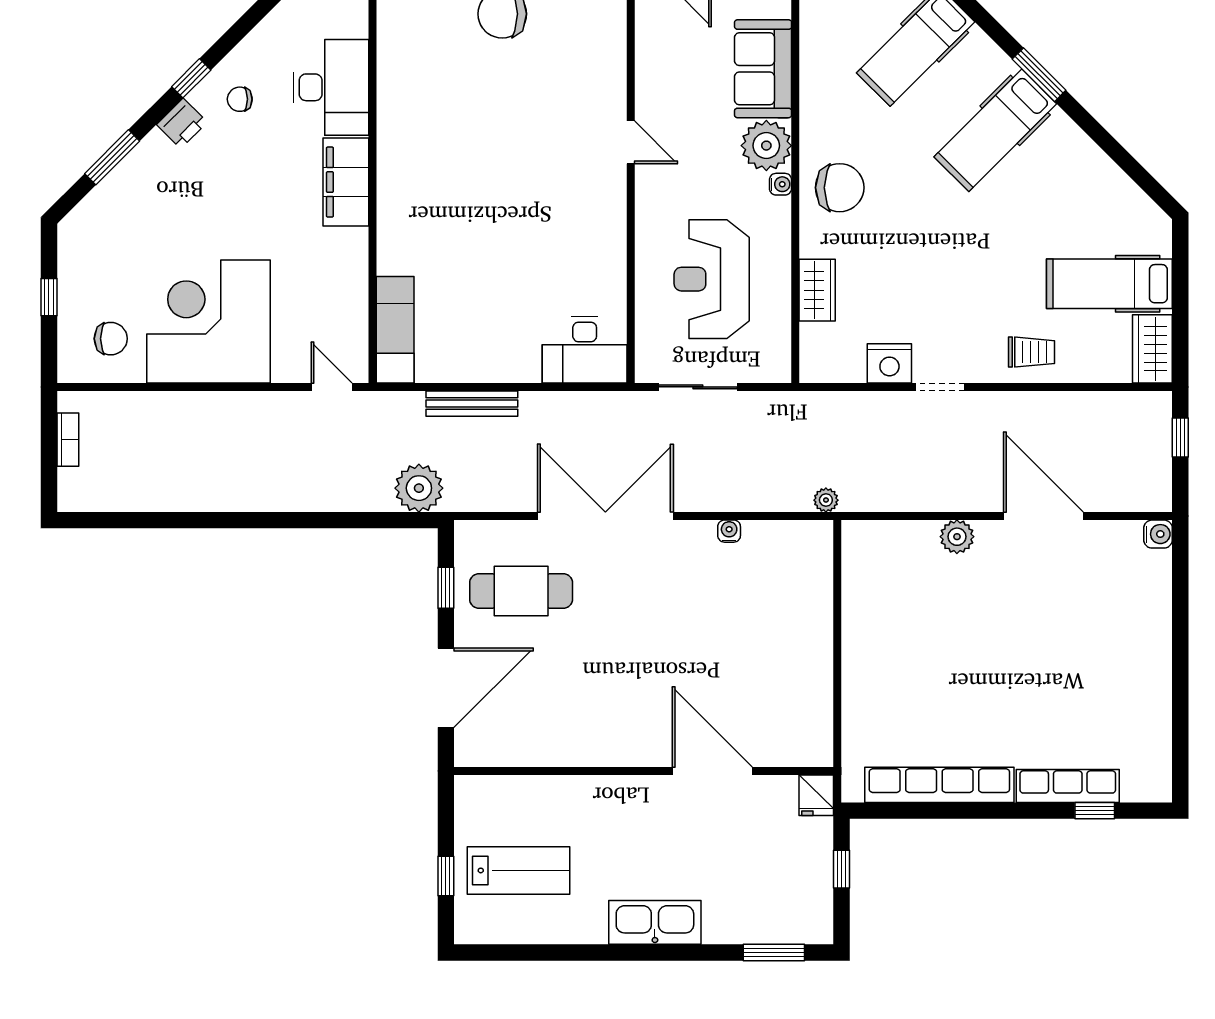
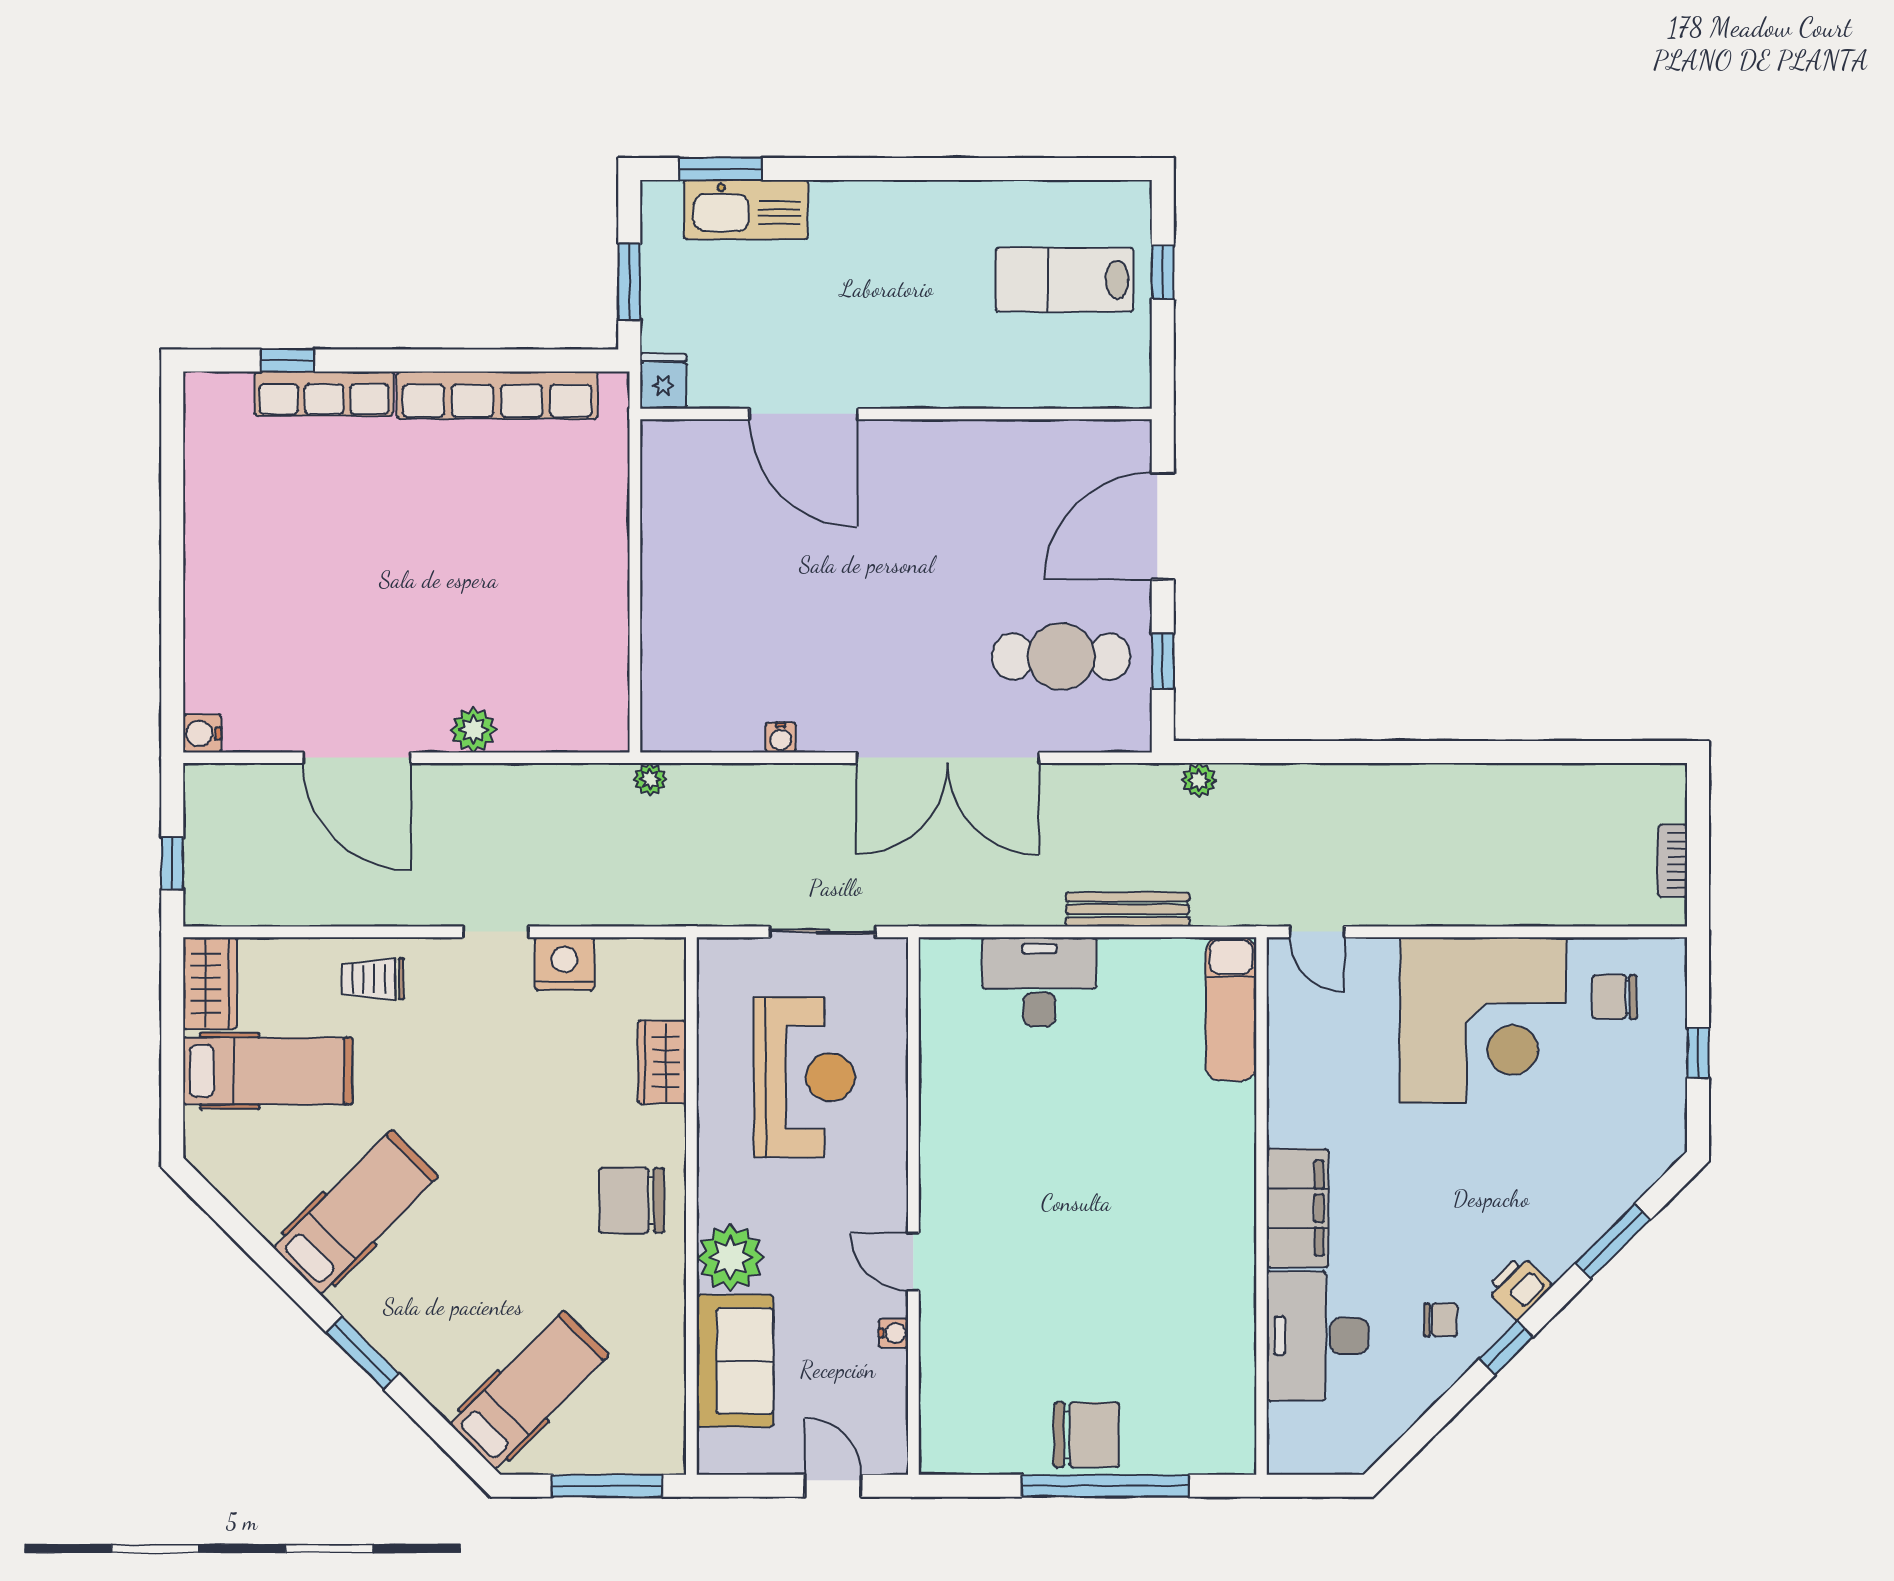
hospital bed: (995, 130) -> (356, 1212), moved
water cooler: (780, 184) -> (893, 1333), moved, turned 180
desk: (585, 350) -> (1039, 982), moved
plant: (419, 488) -> (1199, 780), width x0.53, depth x0.53
window: (841, 869) -> (629, 281), width x1.50
kitchen sink: (655, 922) -> (746, 210), moved

